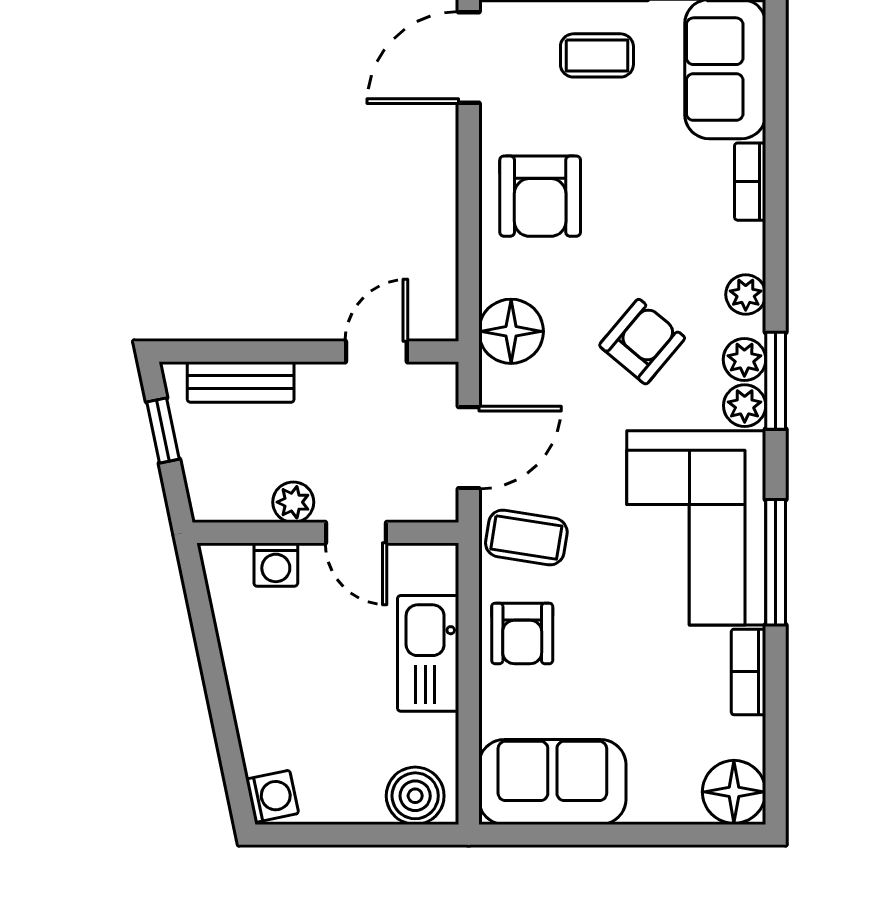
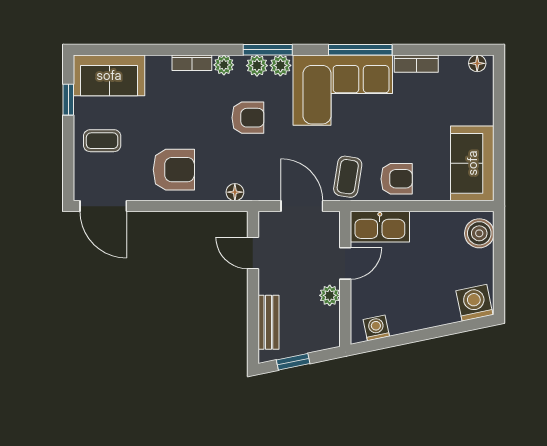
coffee table: (597, 55) -> (102, 141), turned 90
bookcase: (750, 182) -> (192, 63), moved
floor lamp: (511, 331) -> (235, 192), width x0.53, depth x0.53
armchair: (642, 342) -> (248, 118), turned 140
washing machine: (276, 565) -> (376, 328), moved, turned -102
kitchen sink: (428, 653) -> (380, 227), moved
floor lamp: (734, 792) -> (477, 63), width x0.53, depth x0.53
washing machine: (272, 796) -> (474, 303), width x1.38, depth x1.38

